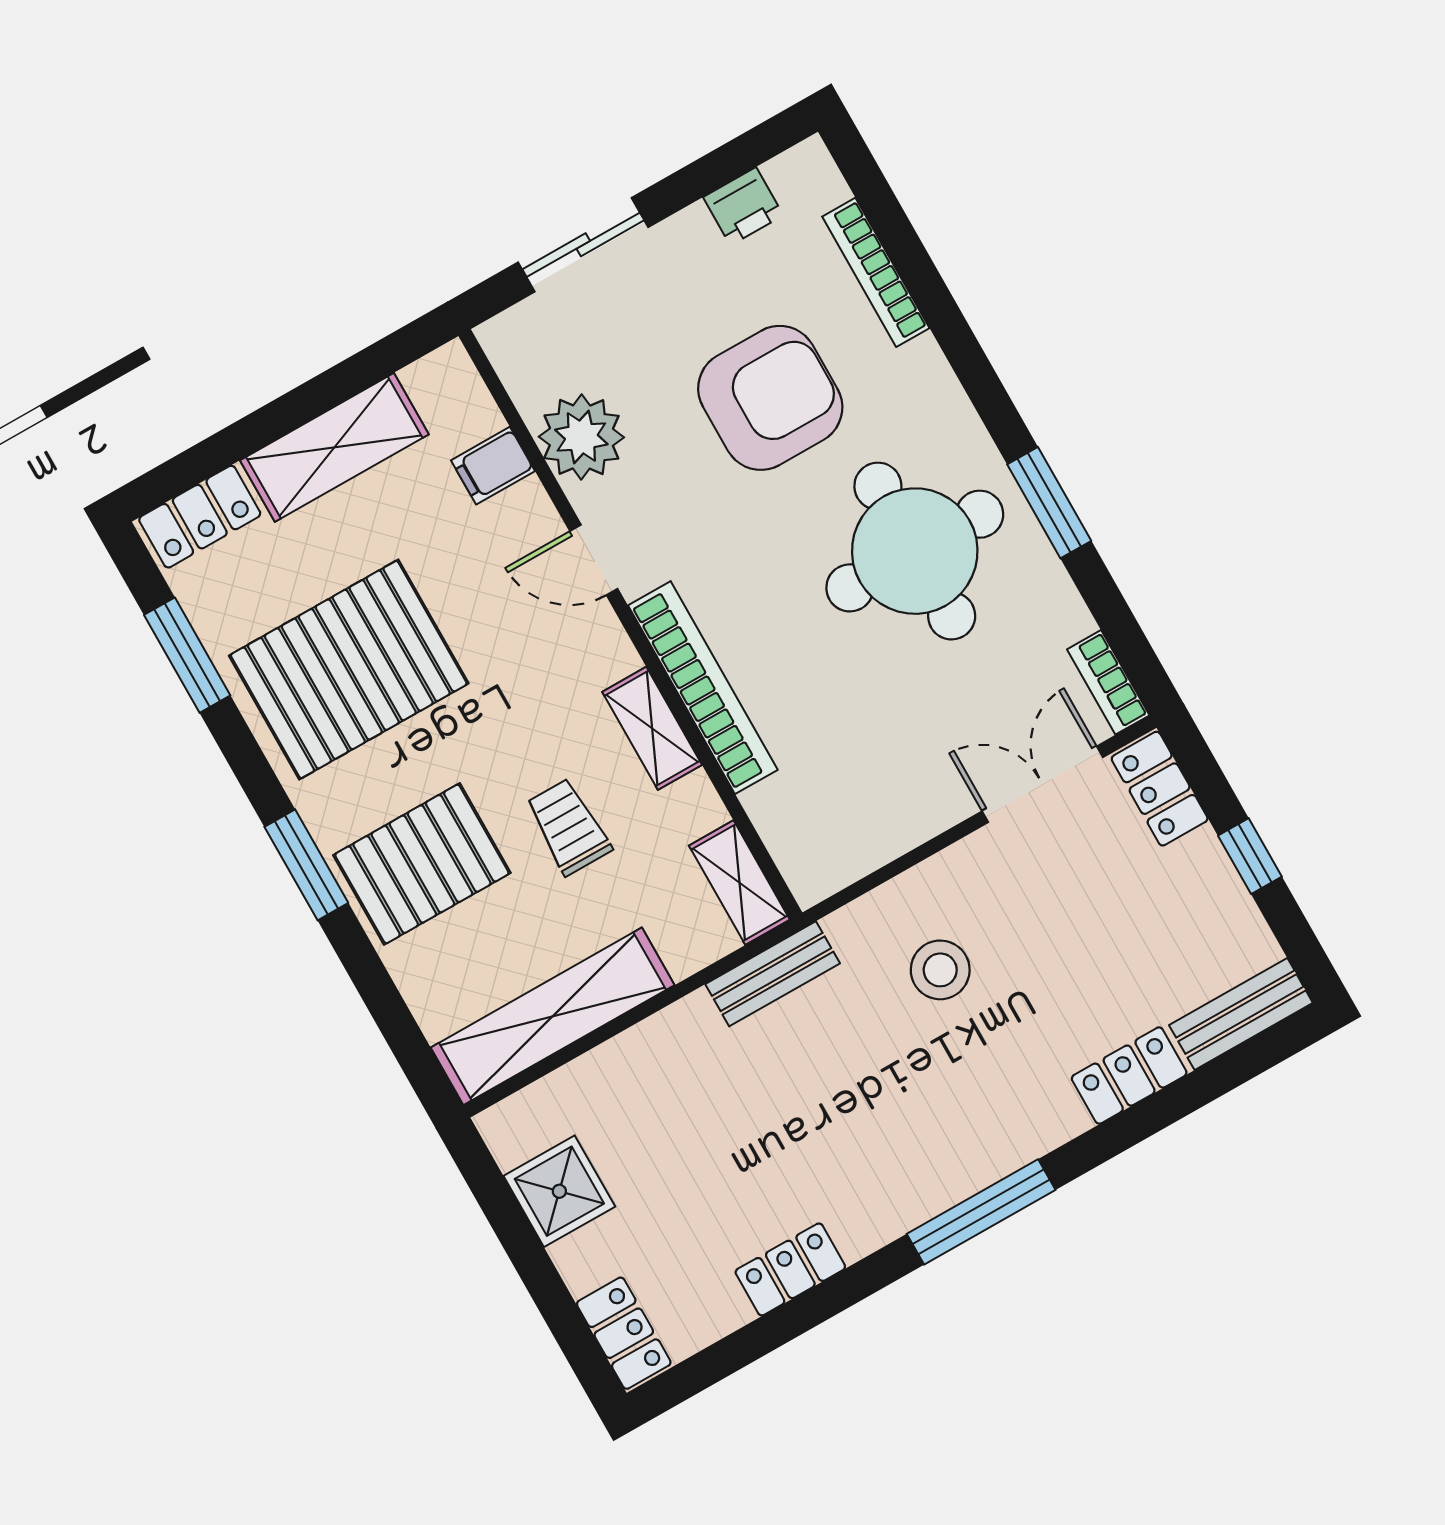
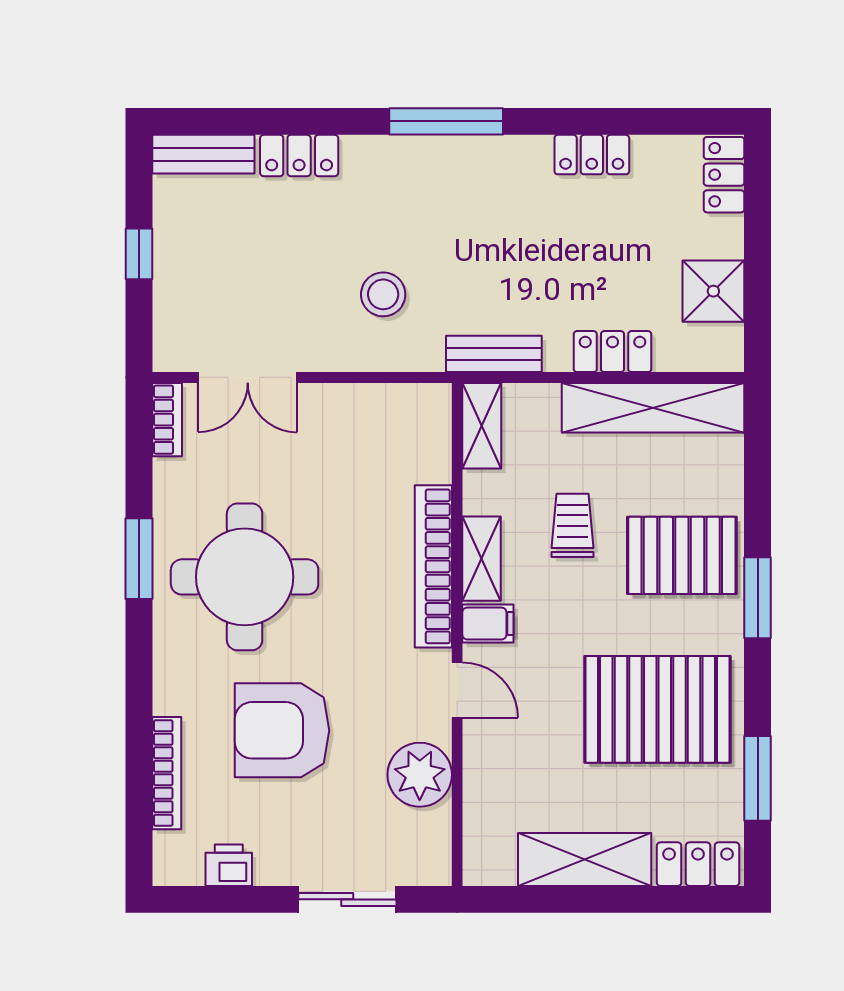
filing cabinet: (493, 466) -> (488, 624), moved
locker: (1160, 789) -> (613, 352), moved, turned -90
trolley: (568, 827) -> (572, 525), turned 180

